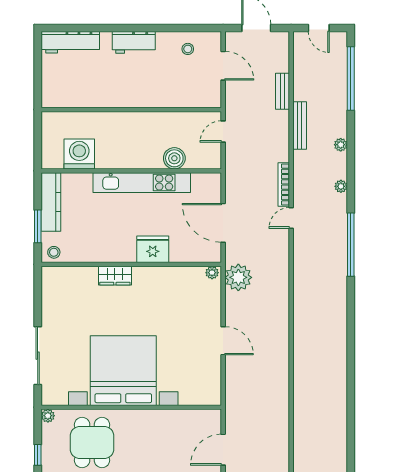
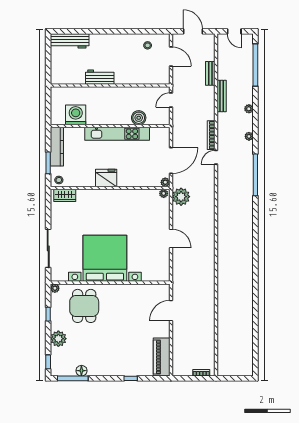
workbench: (134, 42) -> (100, 77), moved, turned 180
door: (223, 223) -> (171, 161), swing flipped
fridge: (153, 249) -> (106, 178), moved
plant: (215, 256) -> (165, 182), added
wardrobe: (115, 276) -> (65, 195), moved

